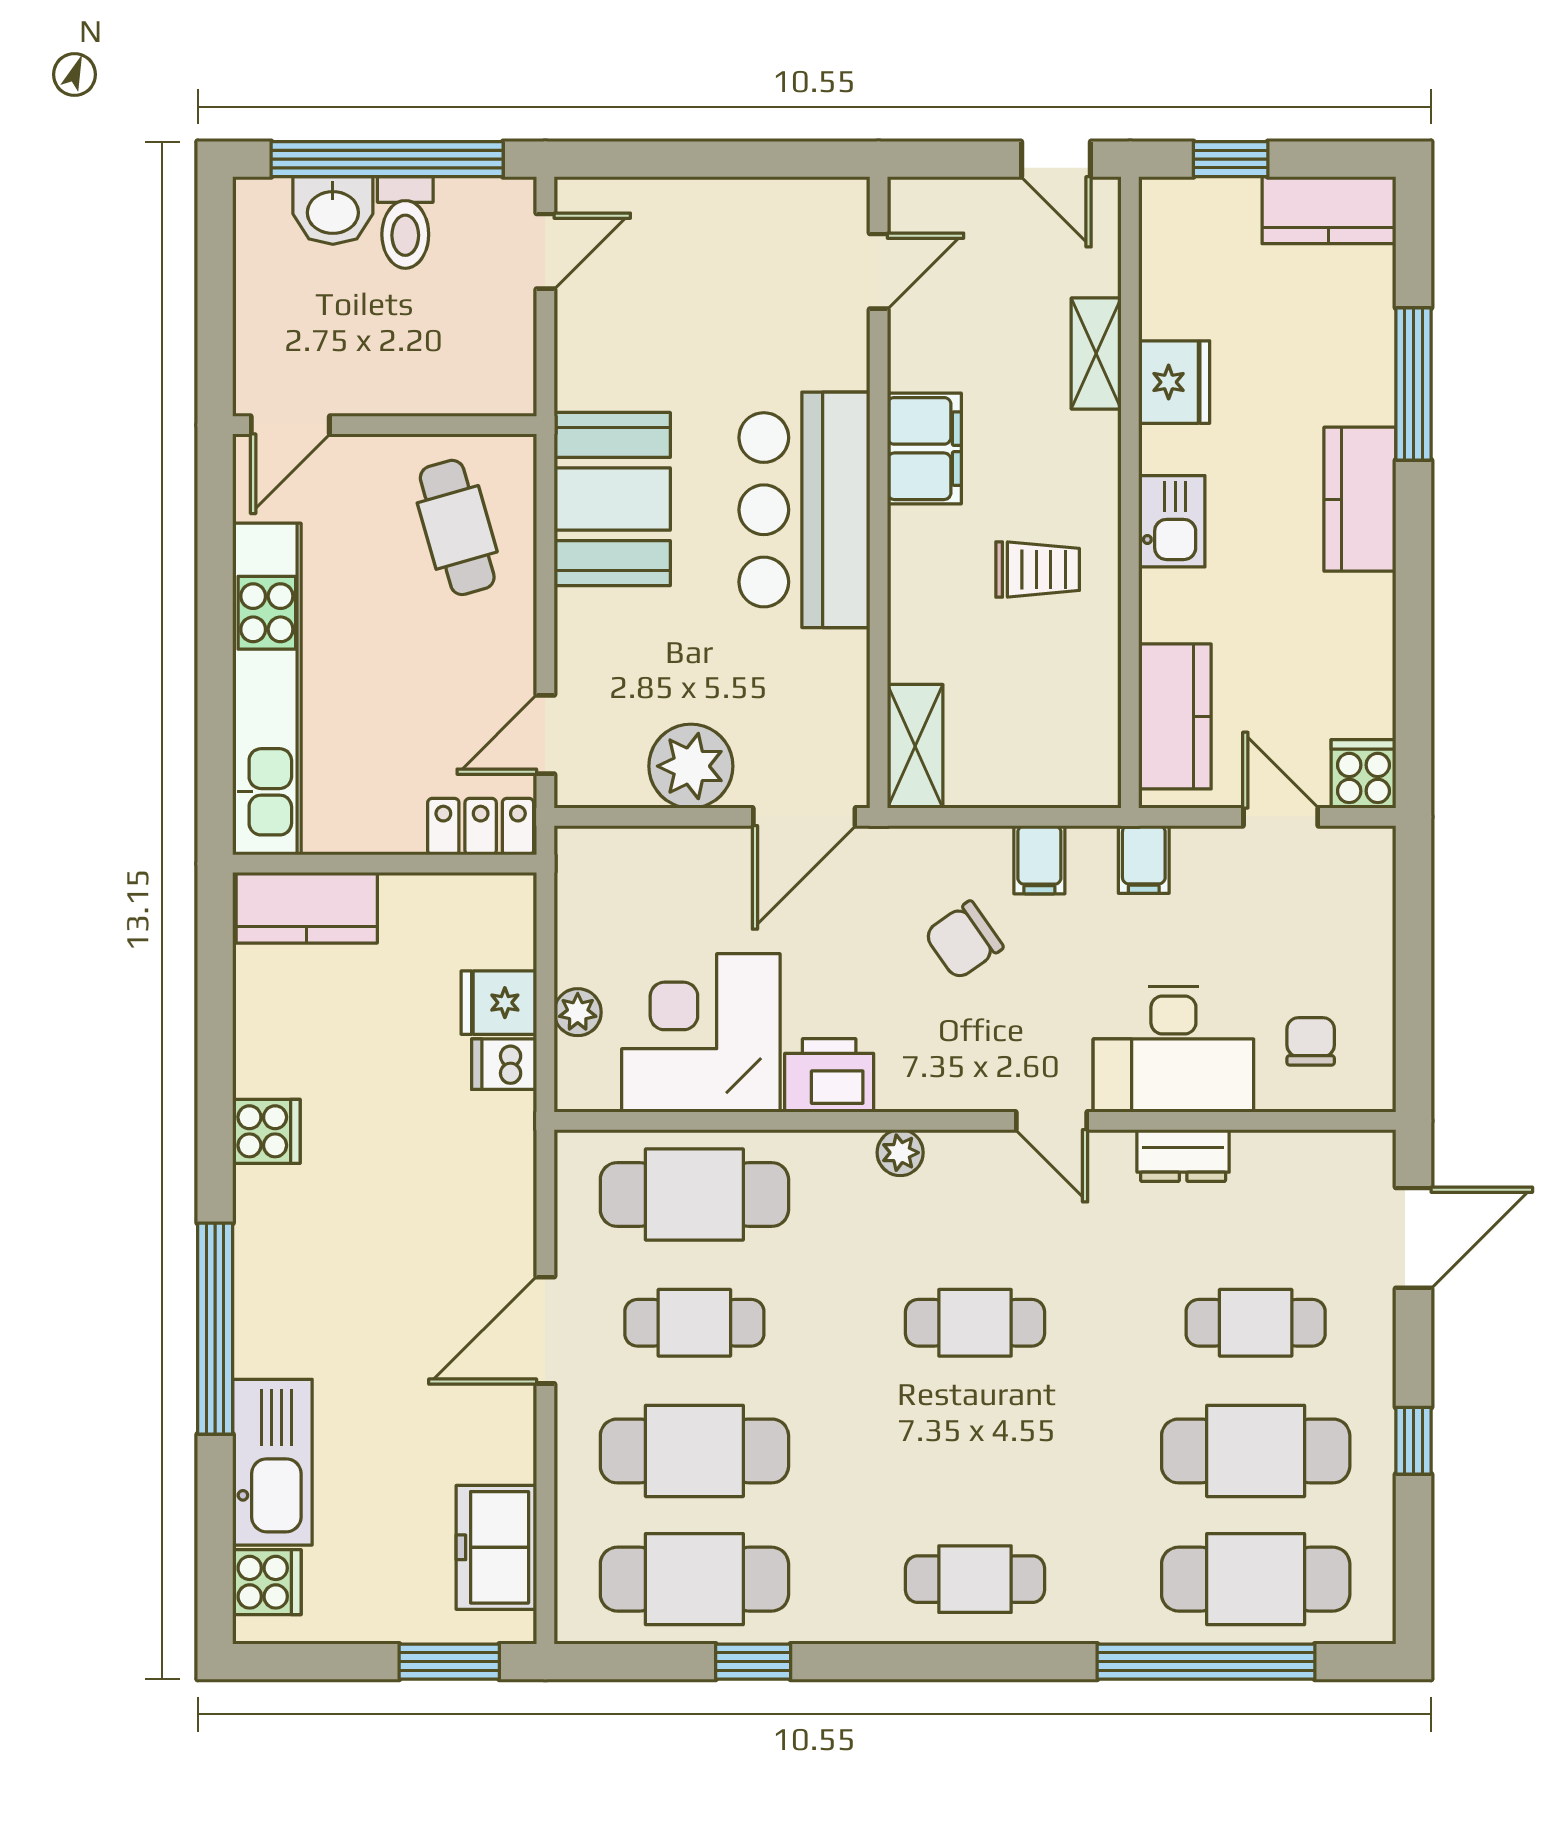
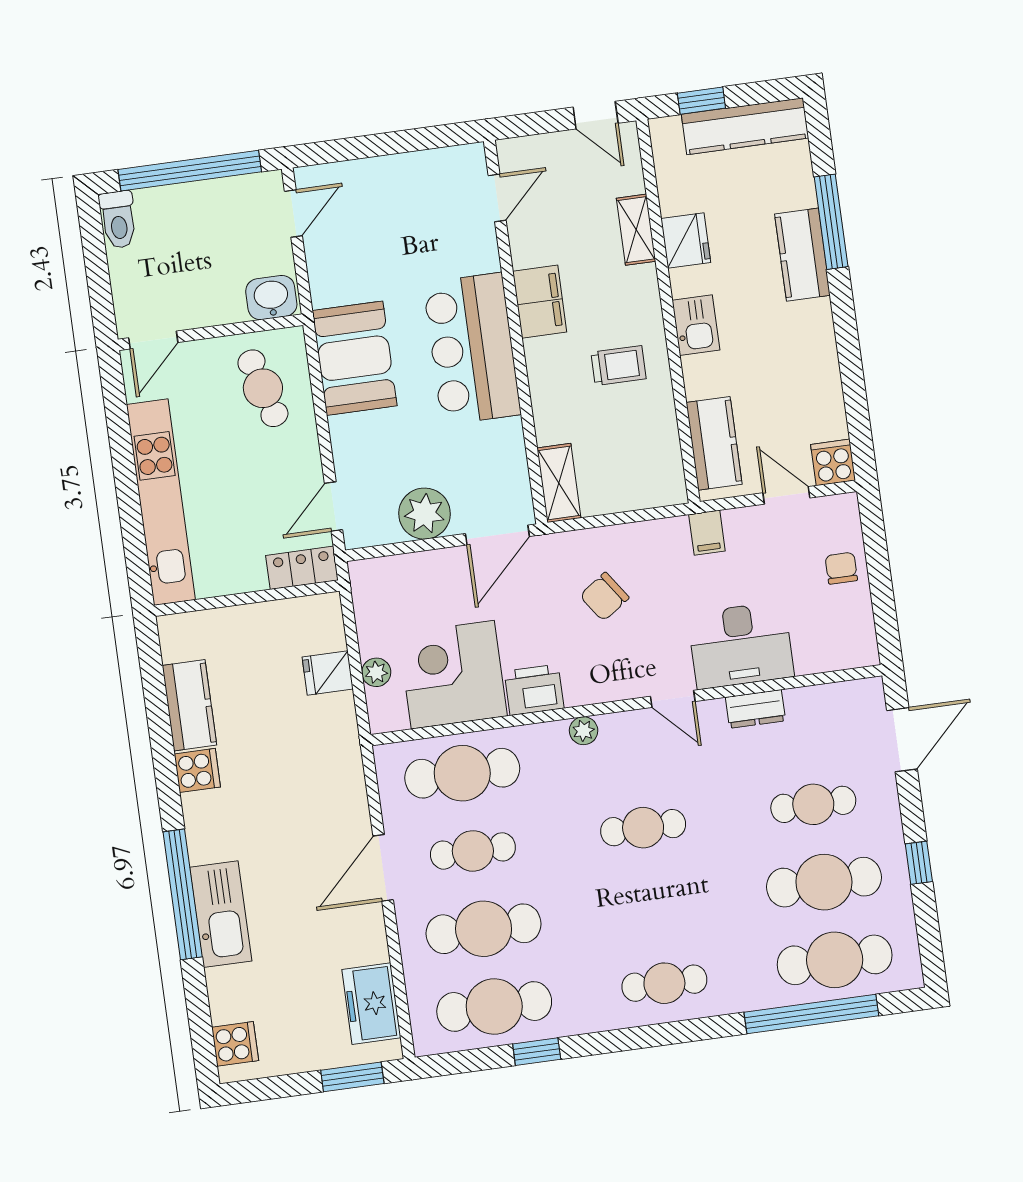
kitchen counter: (1329, 210) -> (745, 126), width x1.50
washbasin: (333, 211) -> (271, 298), moved, turned 180
toilet: (405, 222) -> (118, 220), moved
kitchen counter: (1360, 499) -> (802, 255), moved
filing cabinet: (1039, 860) -> (644, 541), removed
kitchen counter: (307, 908) -> (189, 705), moved, turned -90
chair: (1311, 1041) -> (841, 568), moved
dishwasher: (504, 1064) -> (336, 710), removed
kitchen sink: (272, 1462) -> (221, 914), moved

